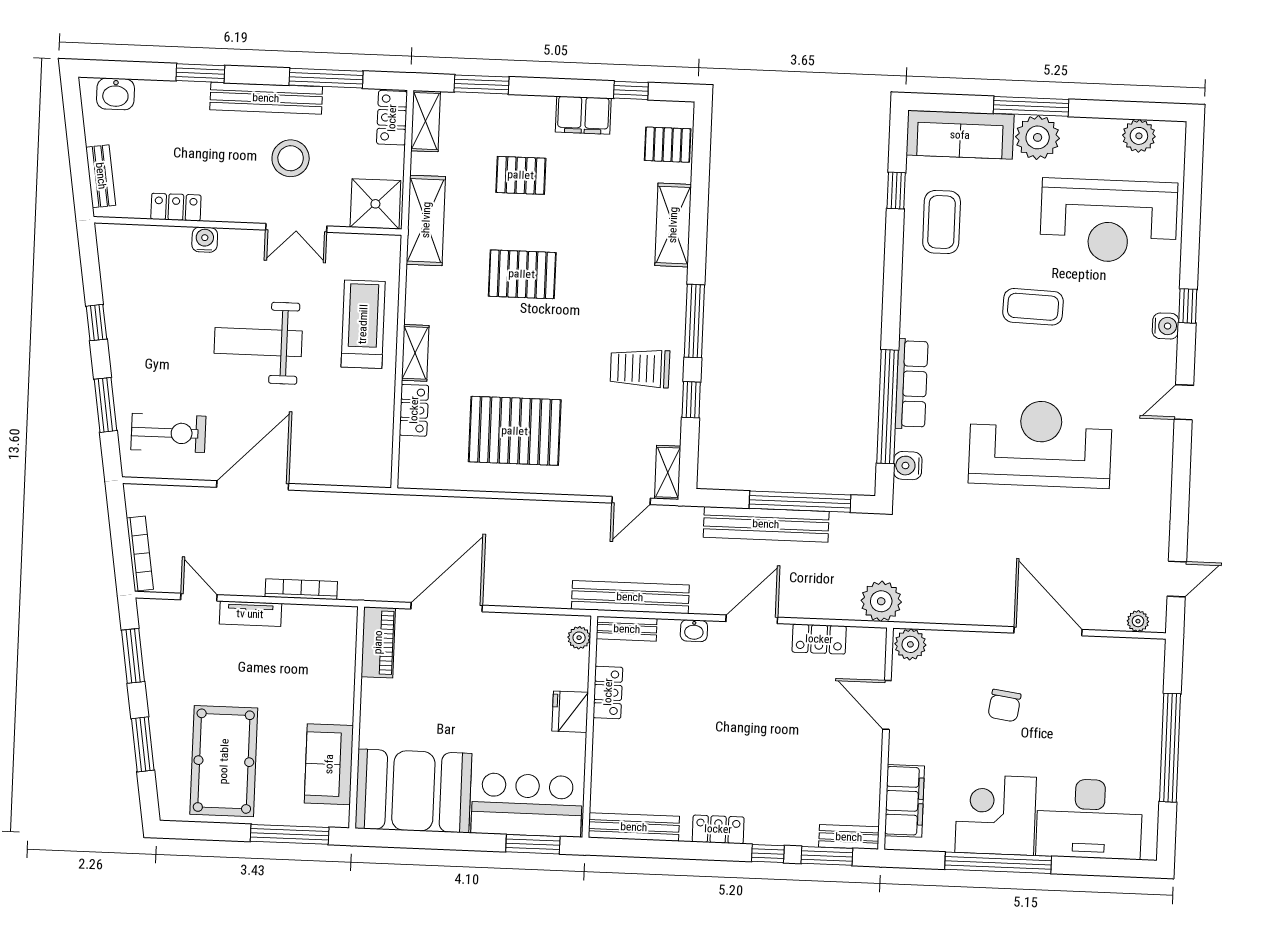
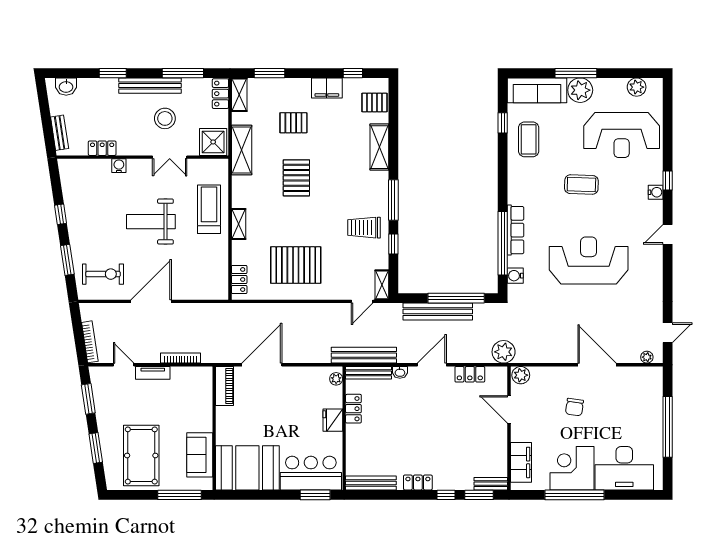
pallet: (522, 274) -> (296, 178), turned 90
locker: (414, 410) -> (239, 279), moved
bench: (627, 629) -> (368, 373), width x1.36

